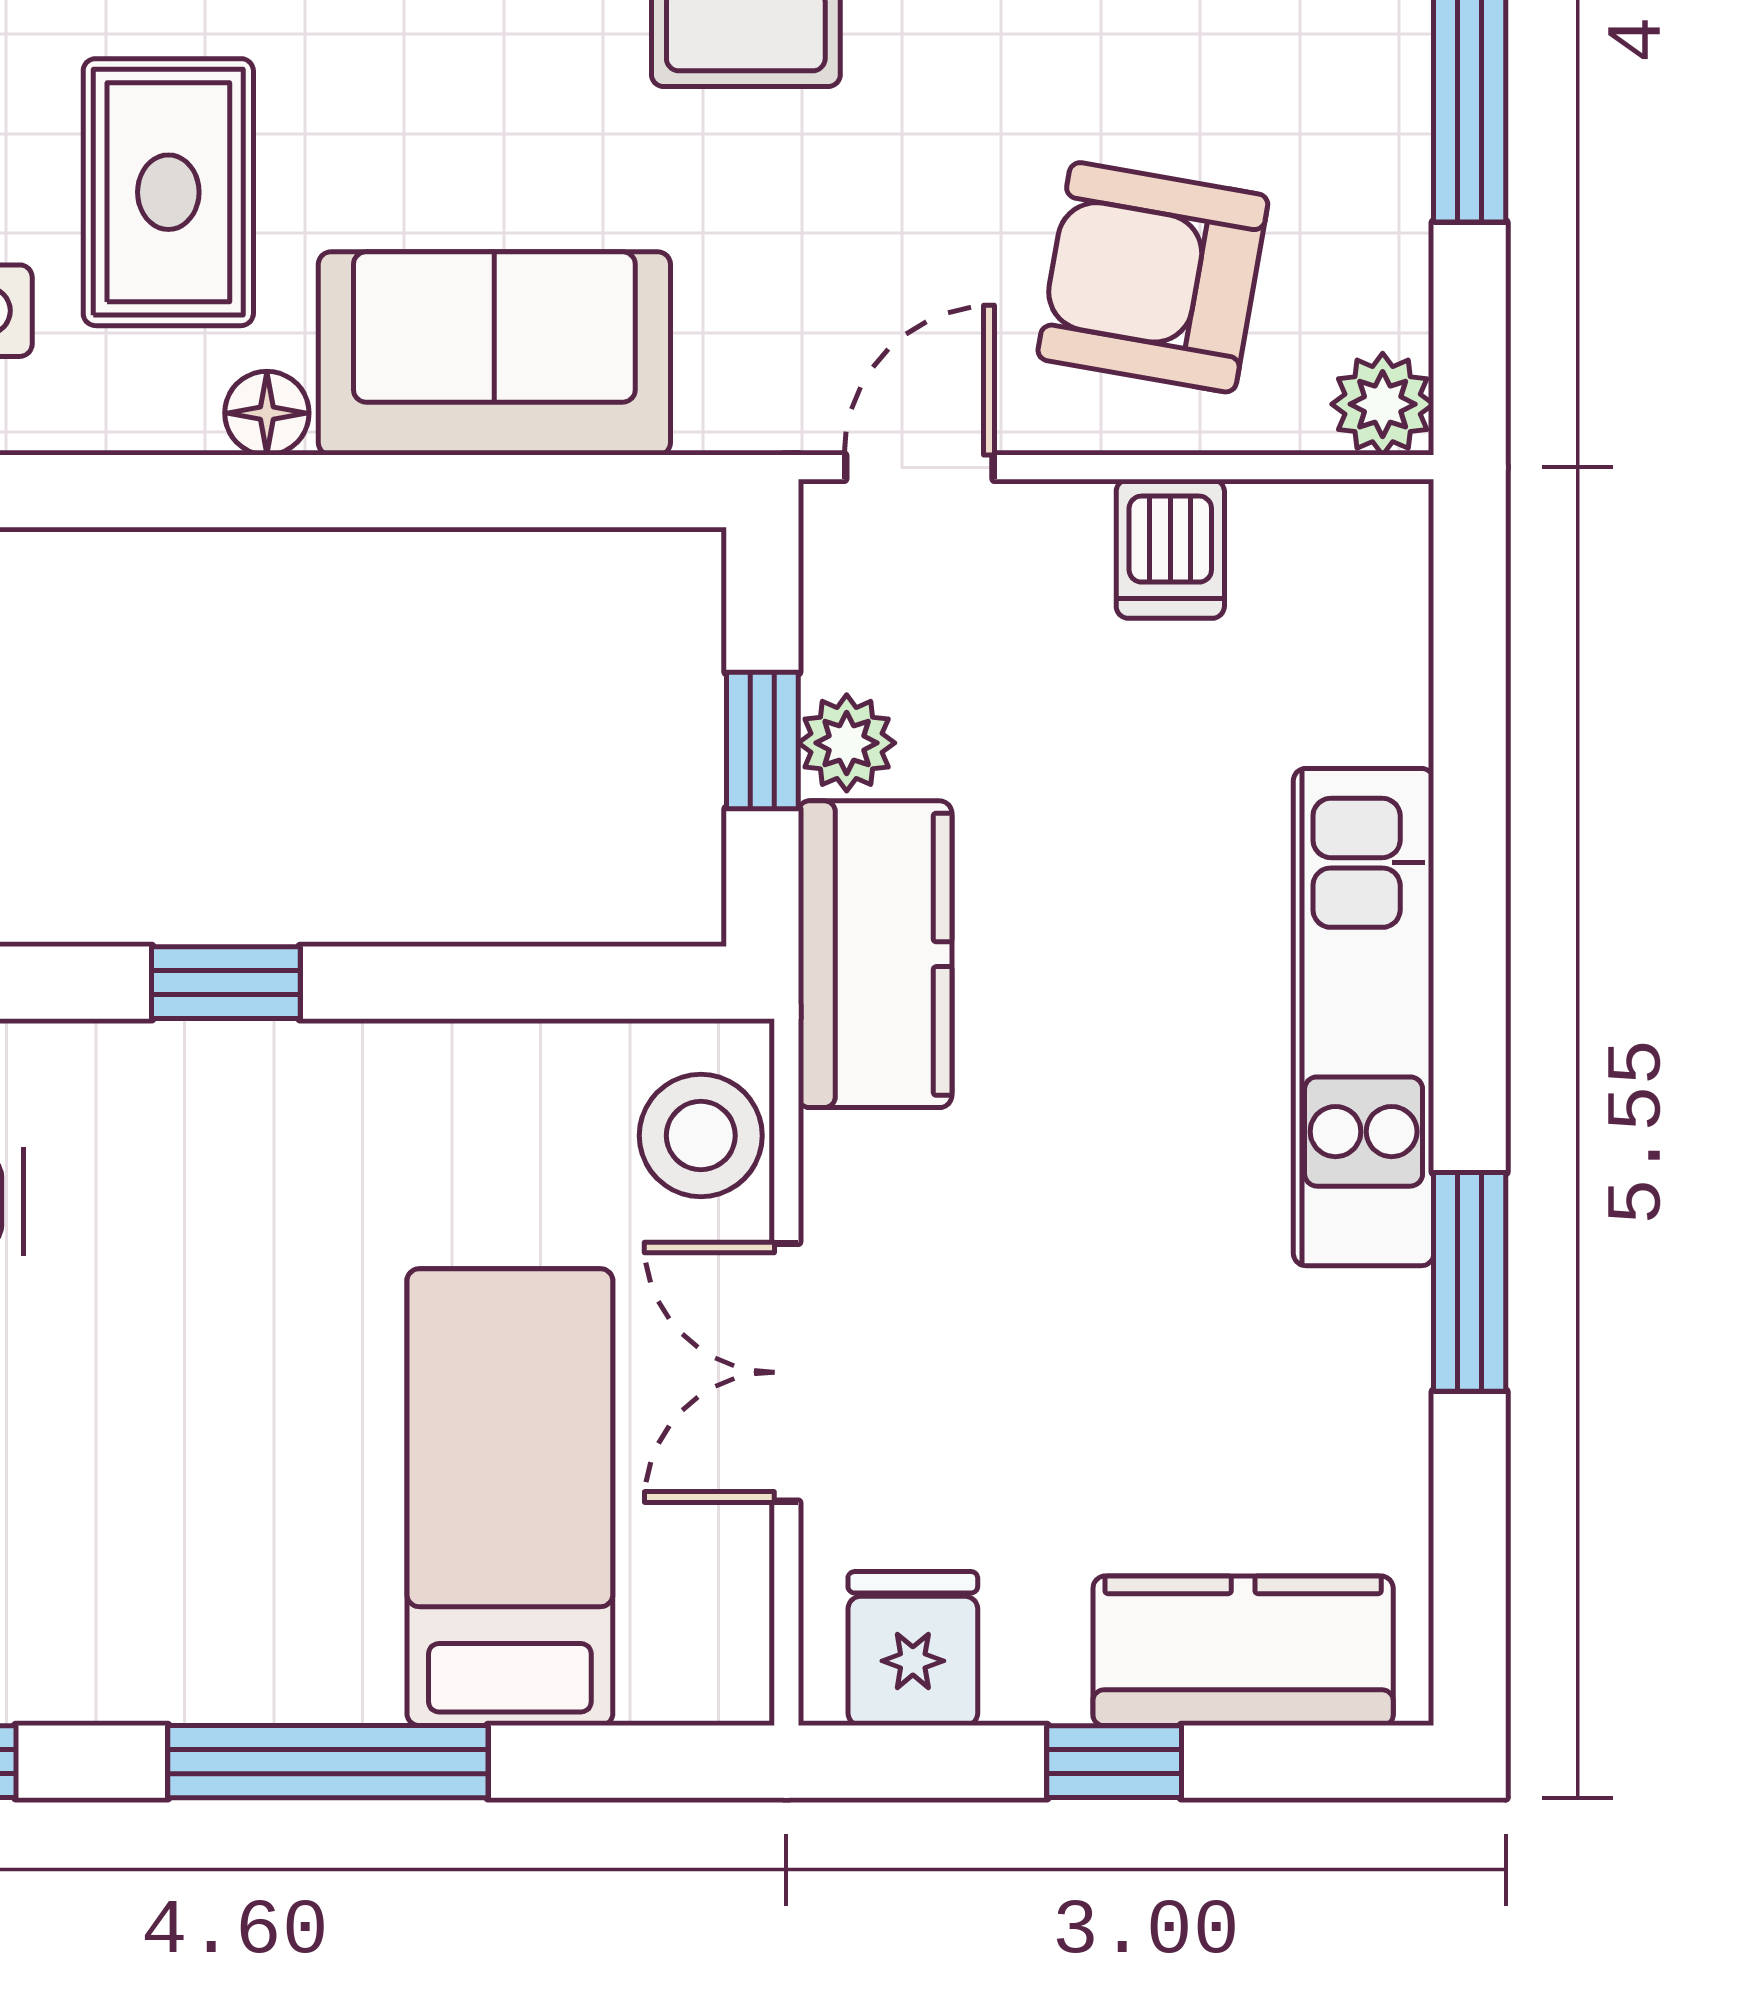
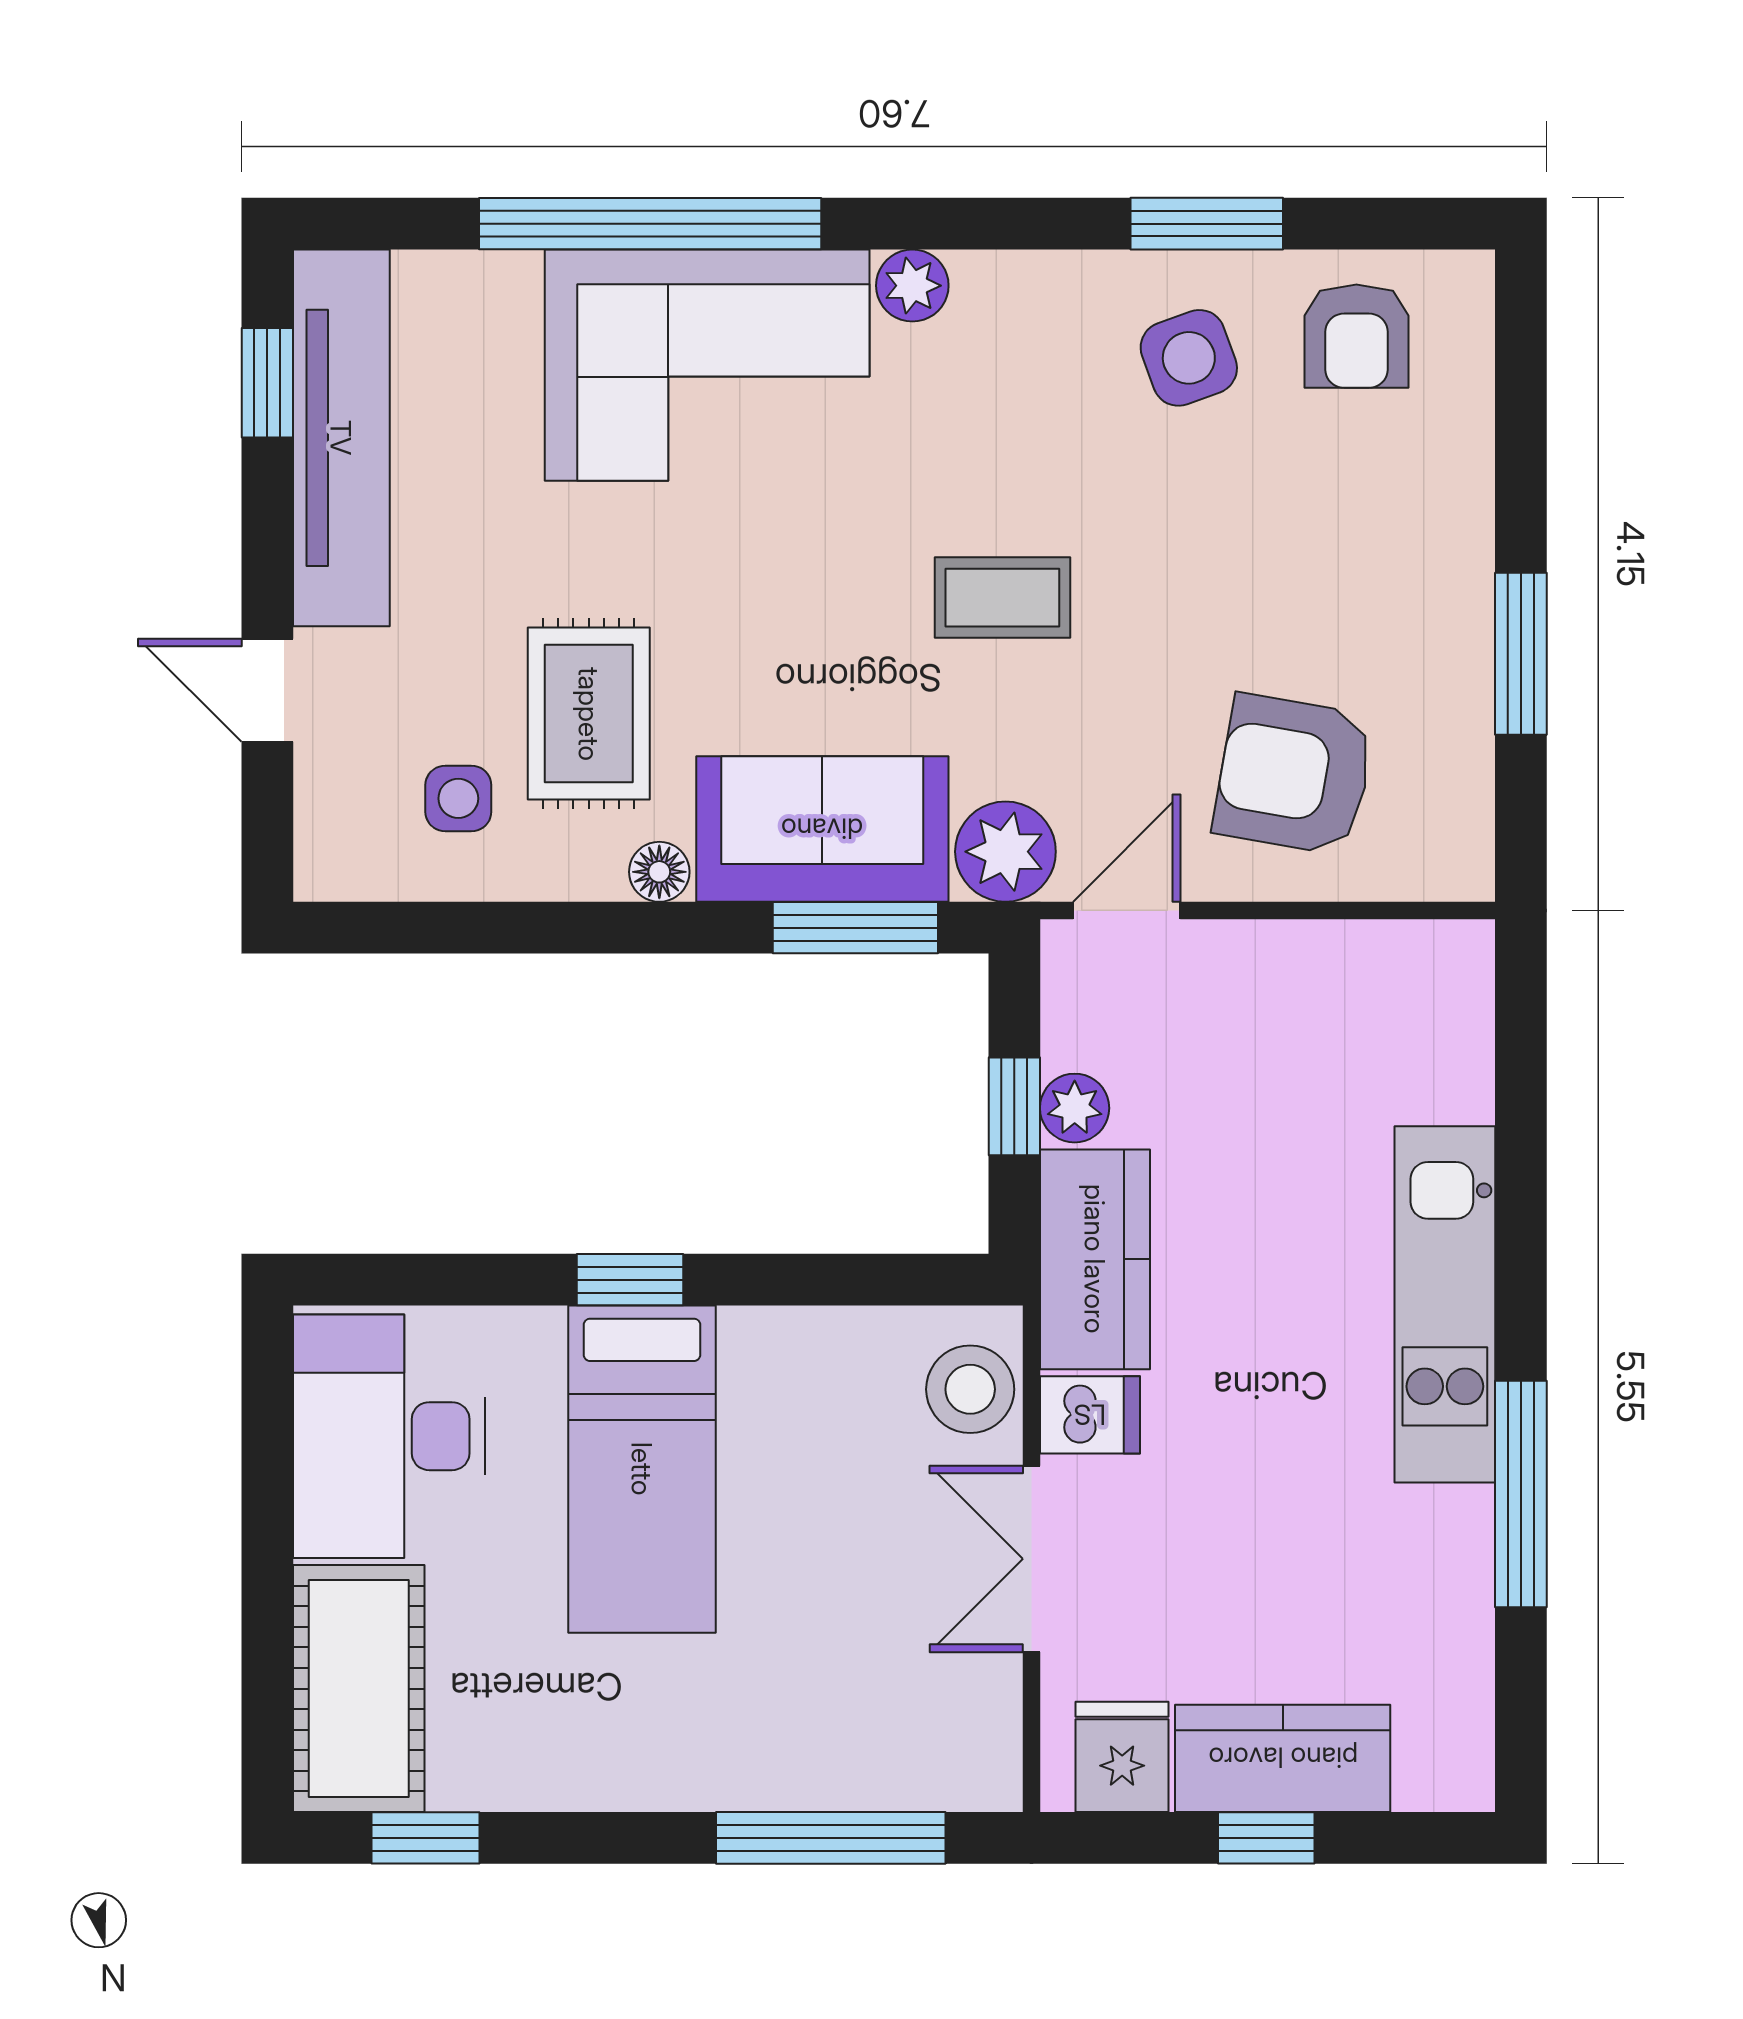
plant: (1383, 404) -> (1005, 852), moved, width x1.38, depth x1.38
window: (541, 491) -> (855, 928), added
dishwasher: (1170, 549) -> (1090, 1415), moved, turned -90
window: (1470, 1282) -> (1521, 1494), width x1.44
bed: (510, 1497) -> (642, 1469), moved, turned 180
kitchen counter: (1243, 1651) -> (1283, 1758), moved
window: (328, 1762) -> (831, 1838), moved

